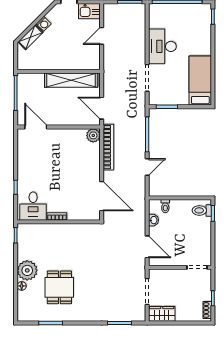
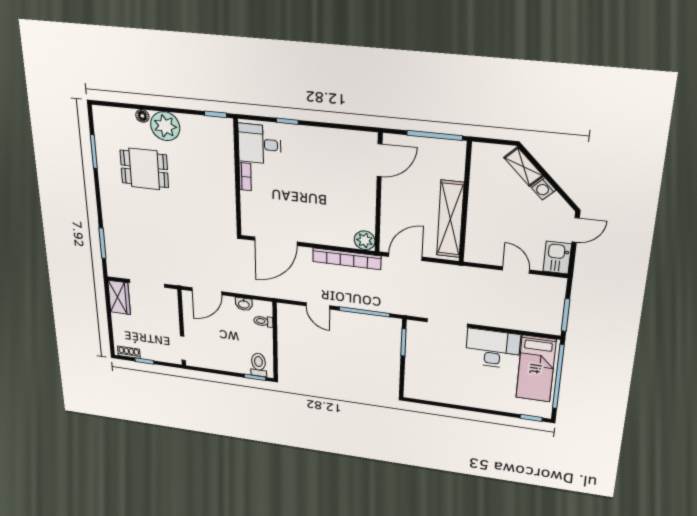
bed: (200, 81) -> (536, 369), moved, turned 90

